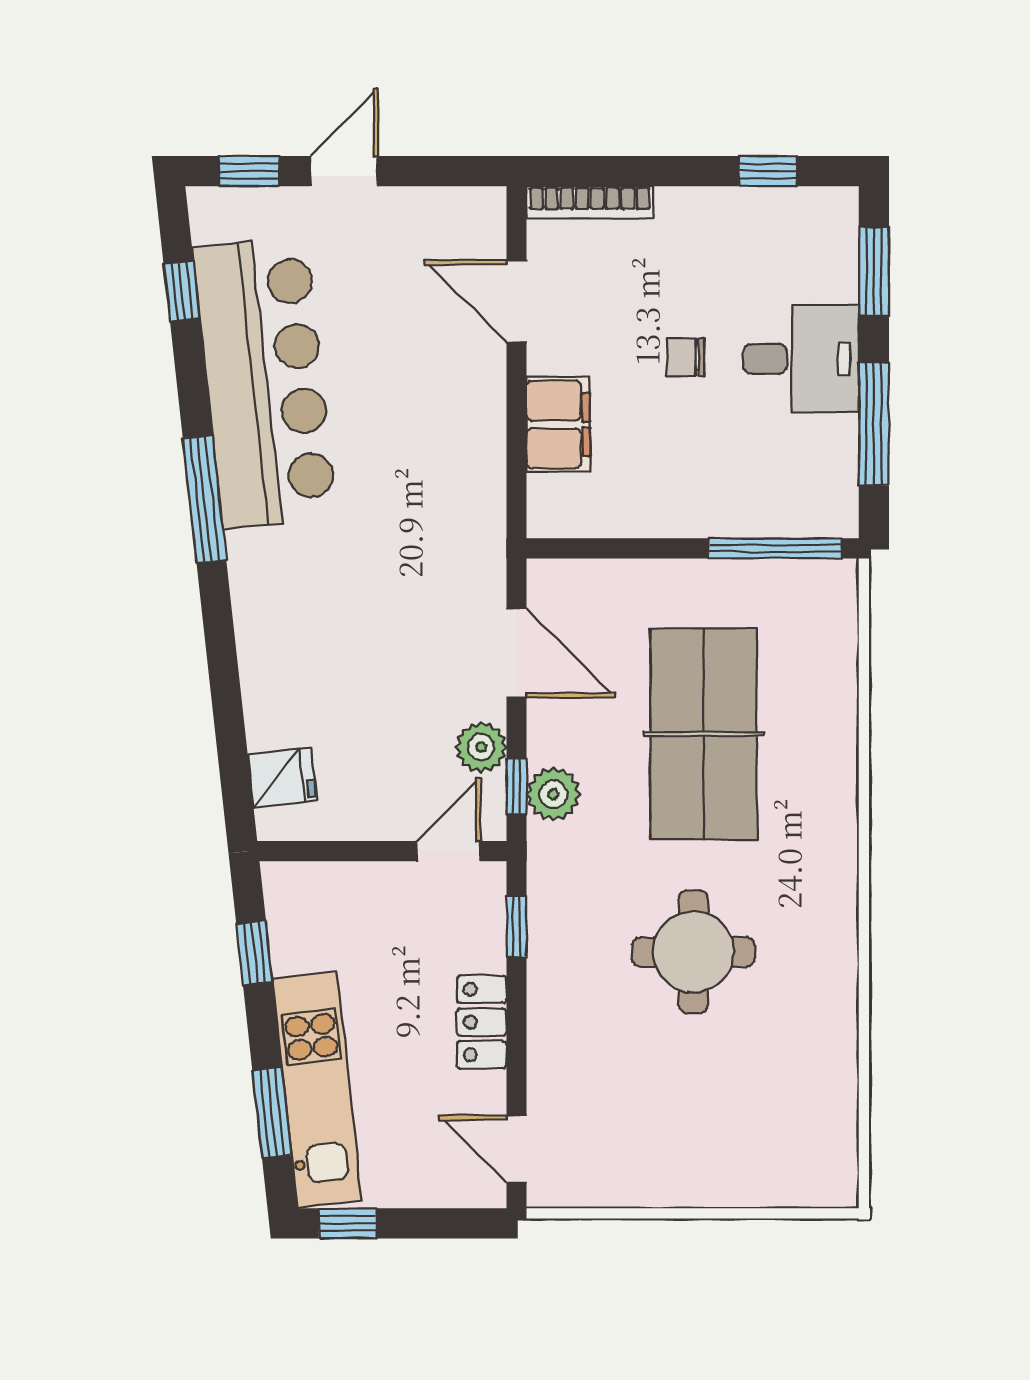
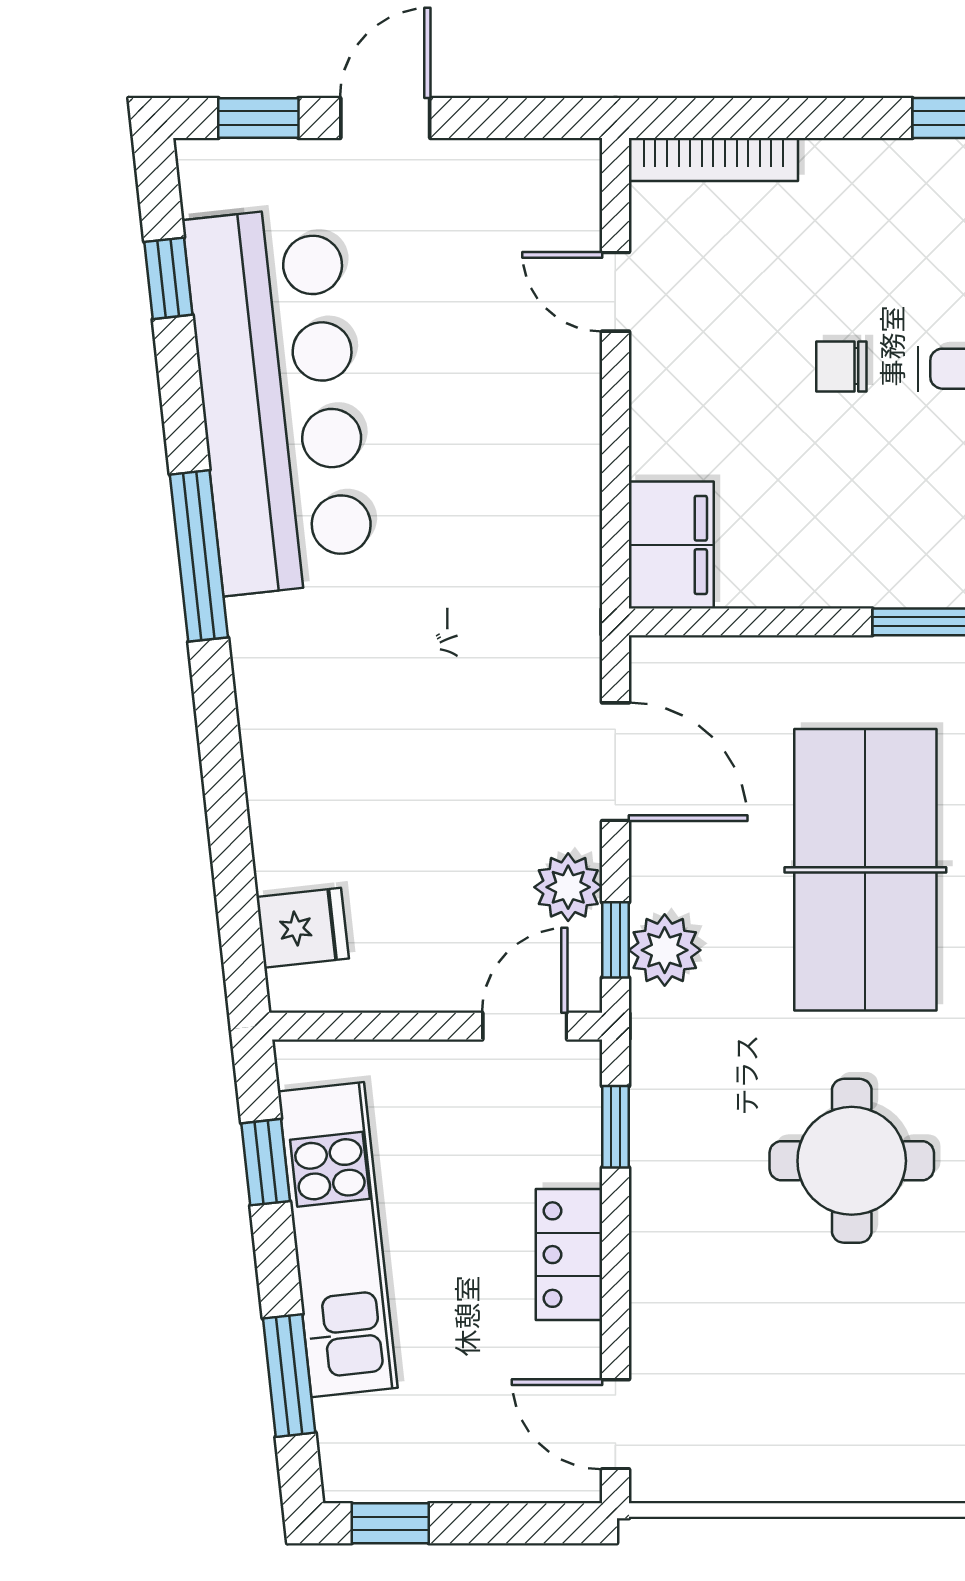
door: (517, 301) -> (615, 292), width x0.73
filing cabinet: (558, 424) -> (671, 545), moved
kitchen unit: (317, 1089) -> (338, 1240), moved

